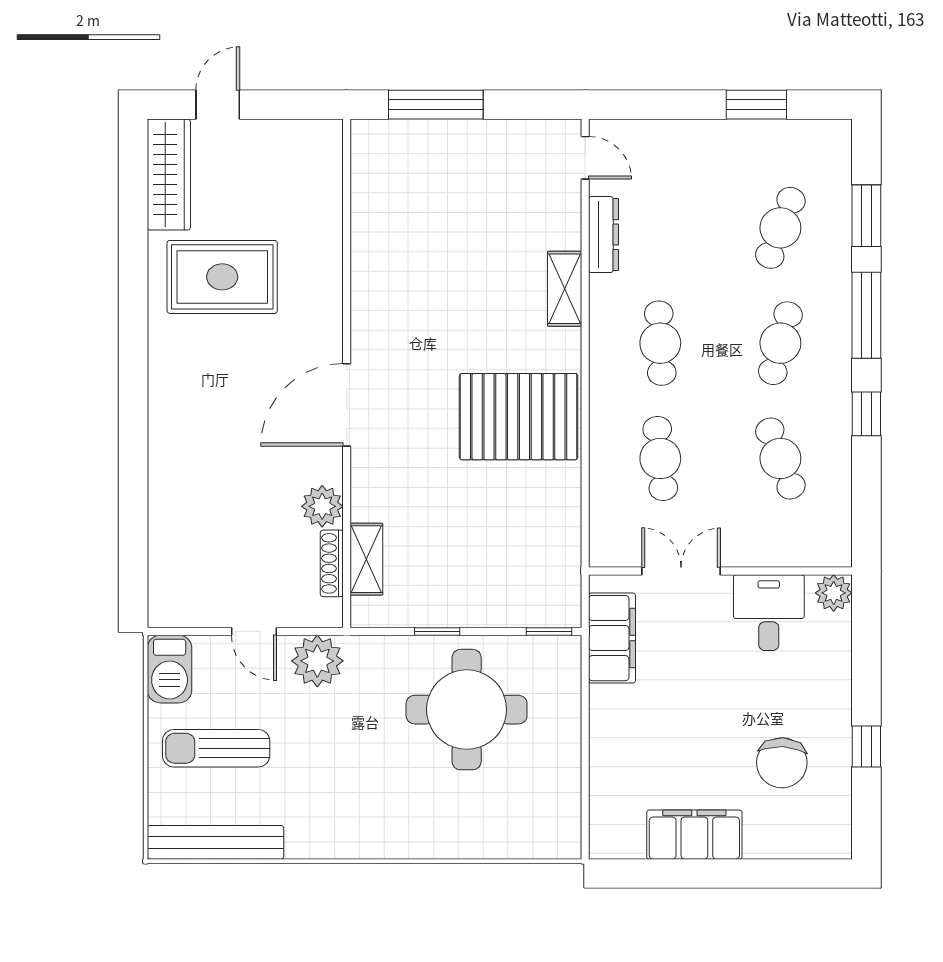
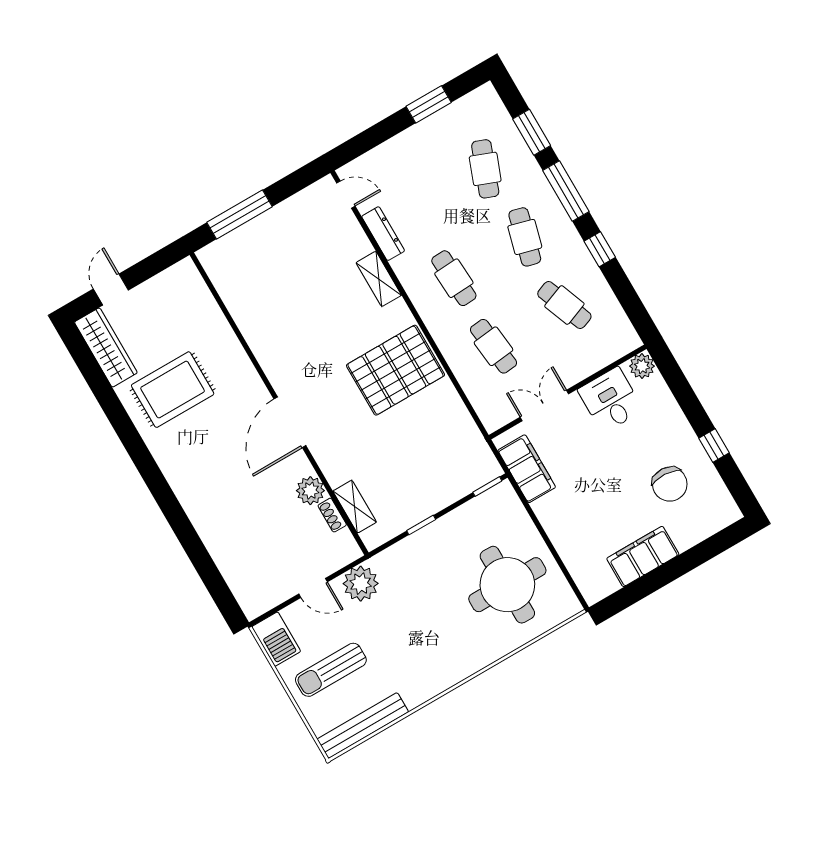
shoe rack: (332, 563) -> (332, 515), width x0.70
round table: (467, 710) -> (507, 585), moved

